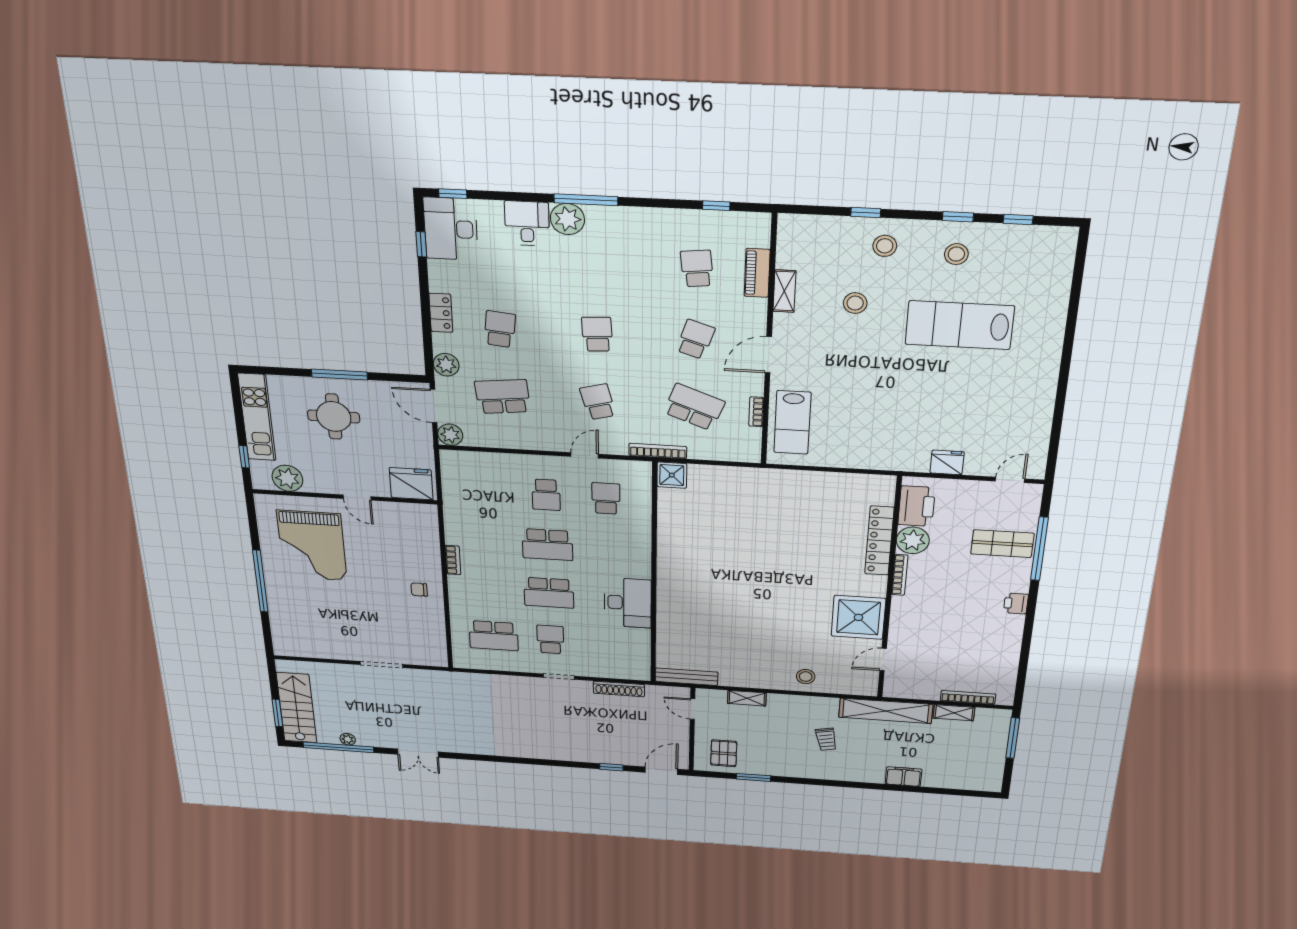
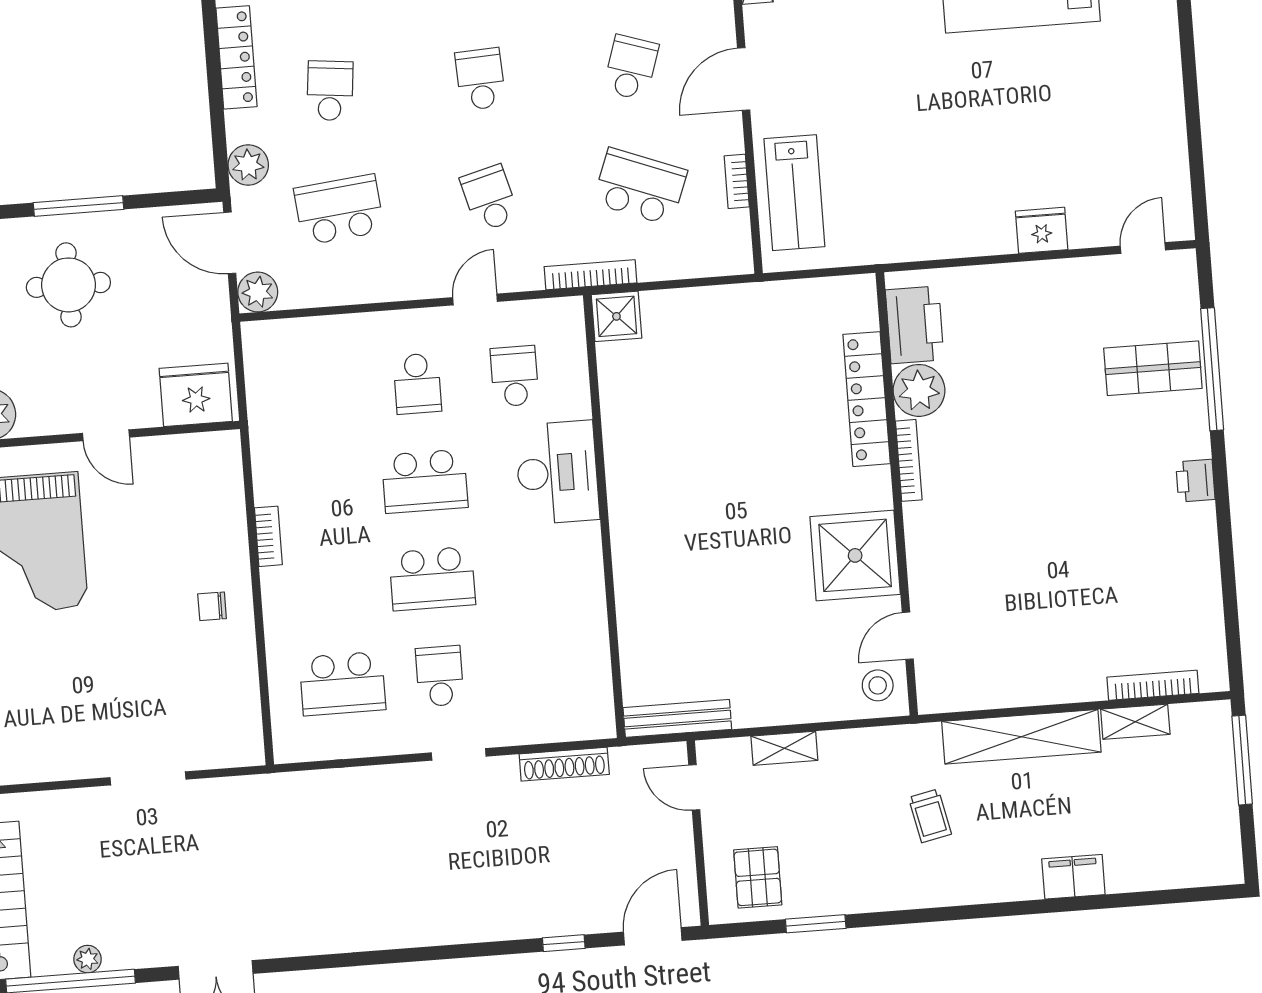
locker: (441, 313) -> (236, 57), width x1.53
printer: (917, 506) -> (915, 325), moved
plant: (913, 540) -> (919, 390), moved
locker: (879, 541) -> (867, 399), moved
bookcase: (900, 575) -> (909, 460), moved
wall: (889, 591) -> (897, 494), moved
desk: (628, 603) -> (557, 473), moved
shower: (858, 617) -> (855, 555), moved
door: (883, 660) -> (908, 636), moved

